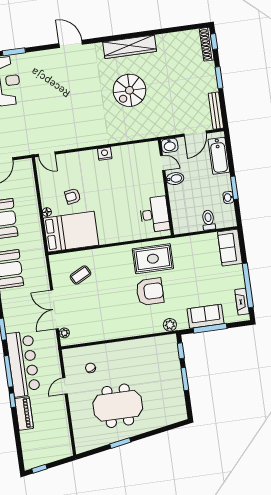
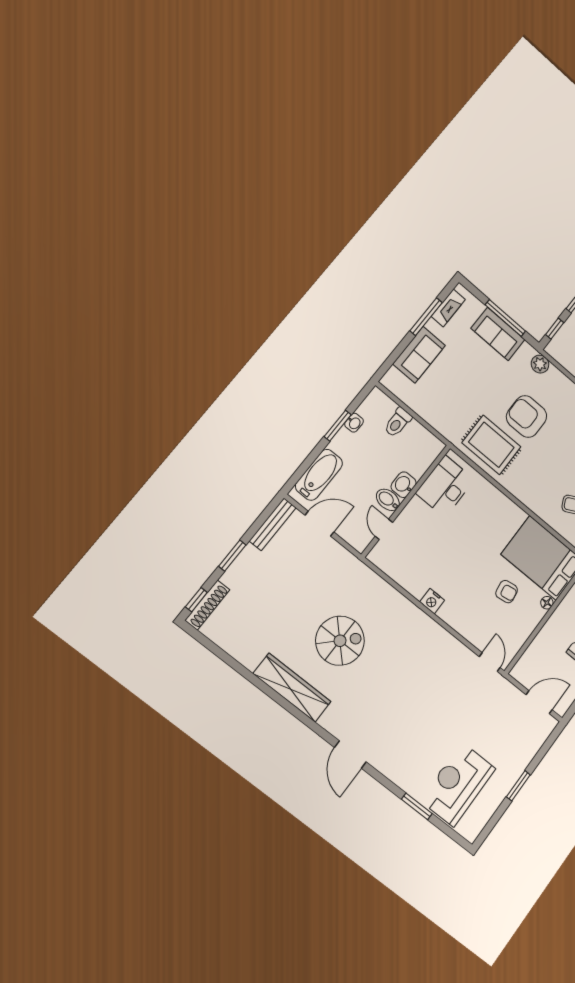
washbasin: (170, 145) -> (404, 485), moved, turned -90
sofa: (230, 248) -> (419, 355), moved
window: (248, 285) -> (426, 317), width x0.68

